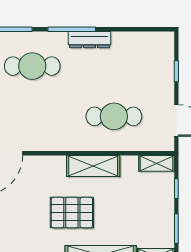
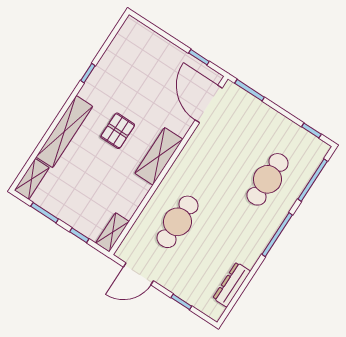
dresser: (90, 40) -> (232, 285), moved
shelving: (93, 166) -> (159, 156), moved
pallet: (72, 213) -> (118, 131), width x0.67, depth x0.71

